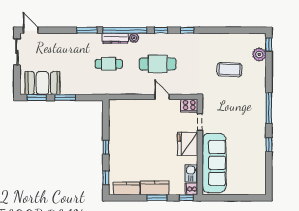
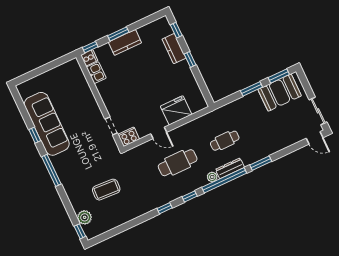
fridge: (188, 144) -> (176, 110), moved, turned -90
sofa: (214, 163) -> (47, 124), moved, turned 180
kitchen counter: (127, 188) -> (174, 49), moved, turned 90

